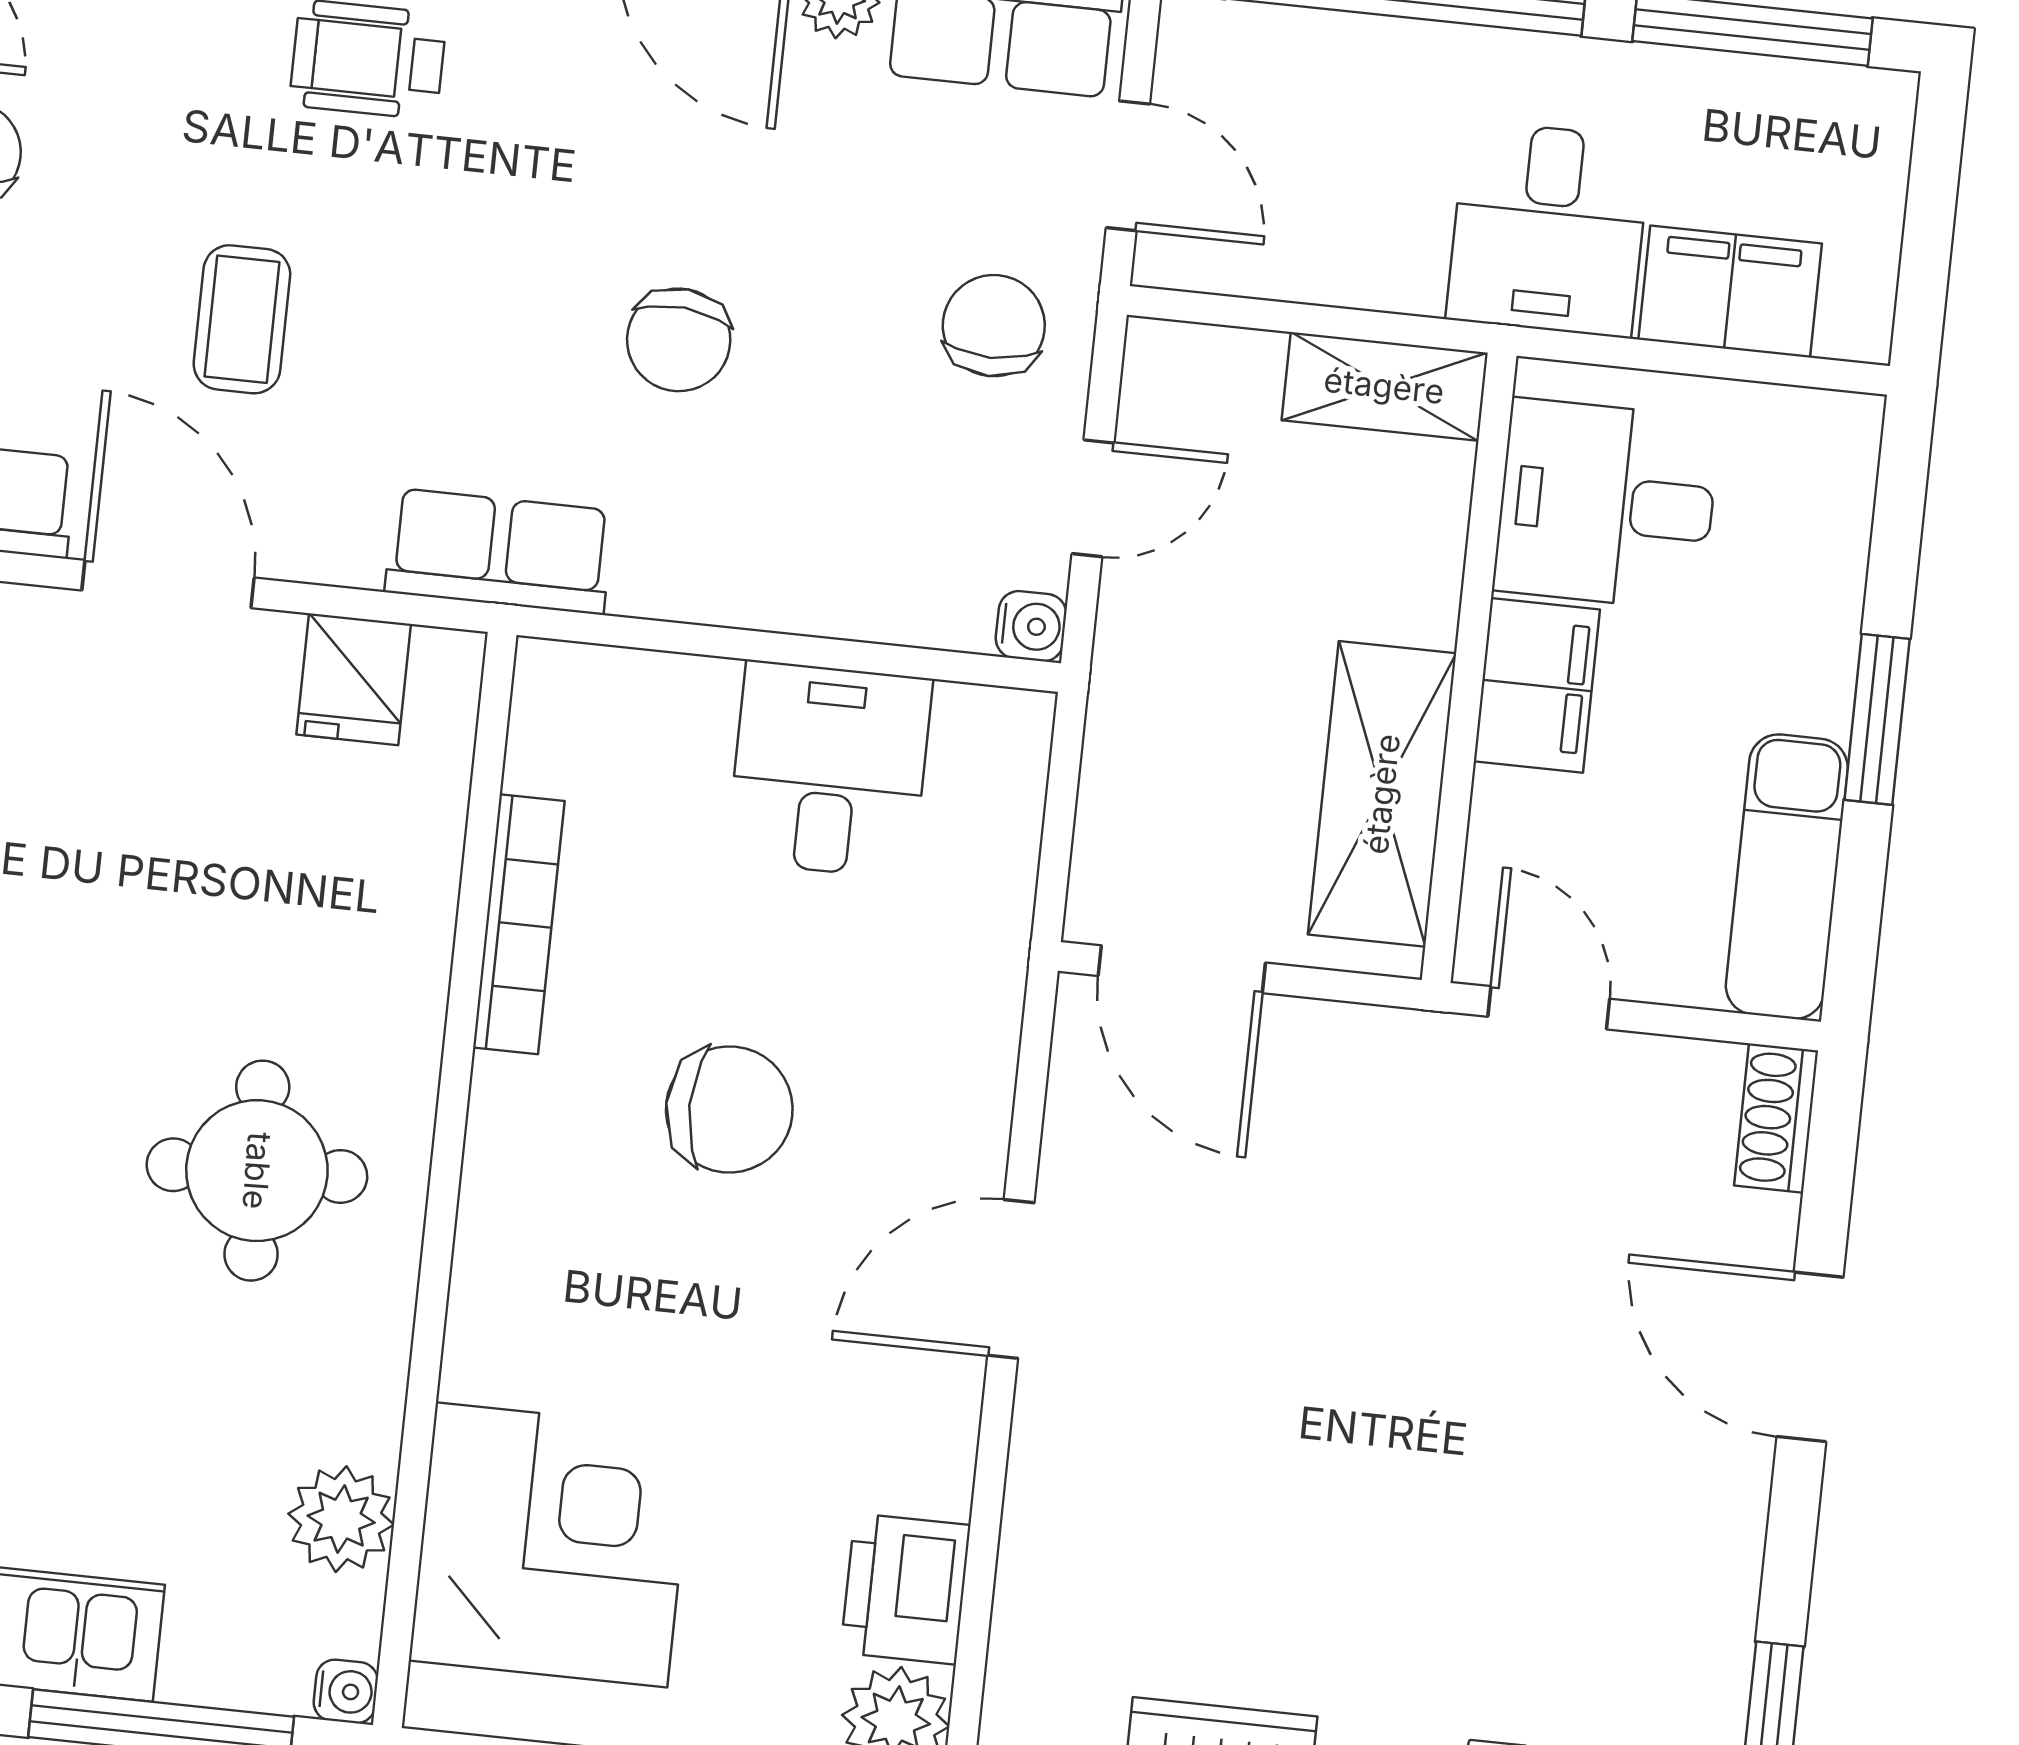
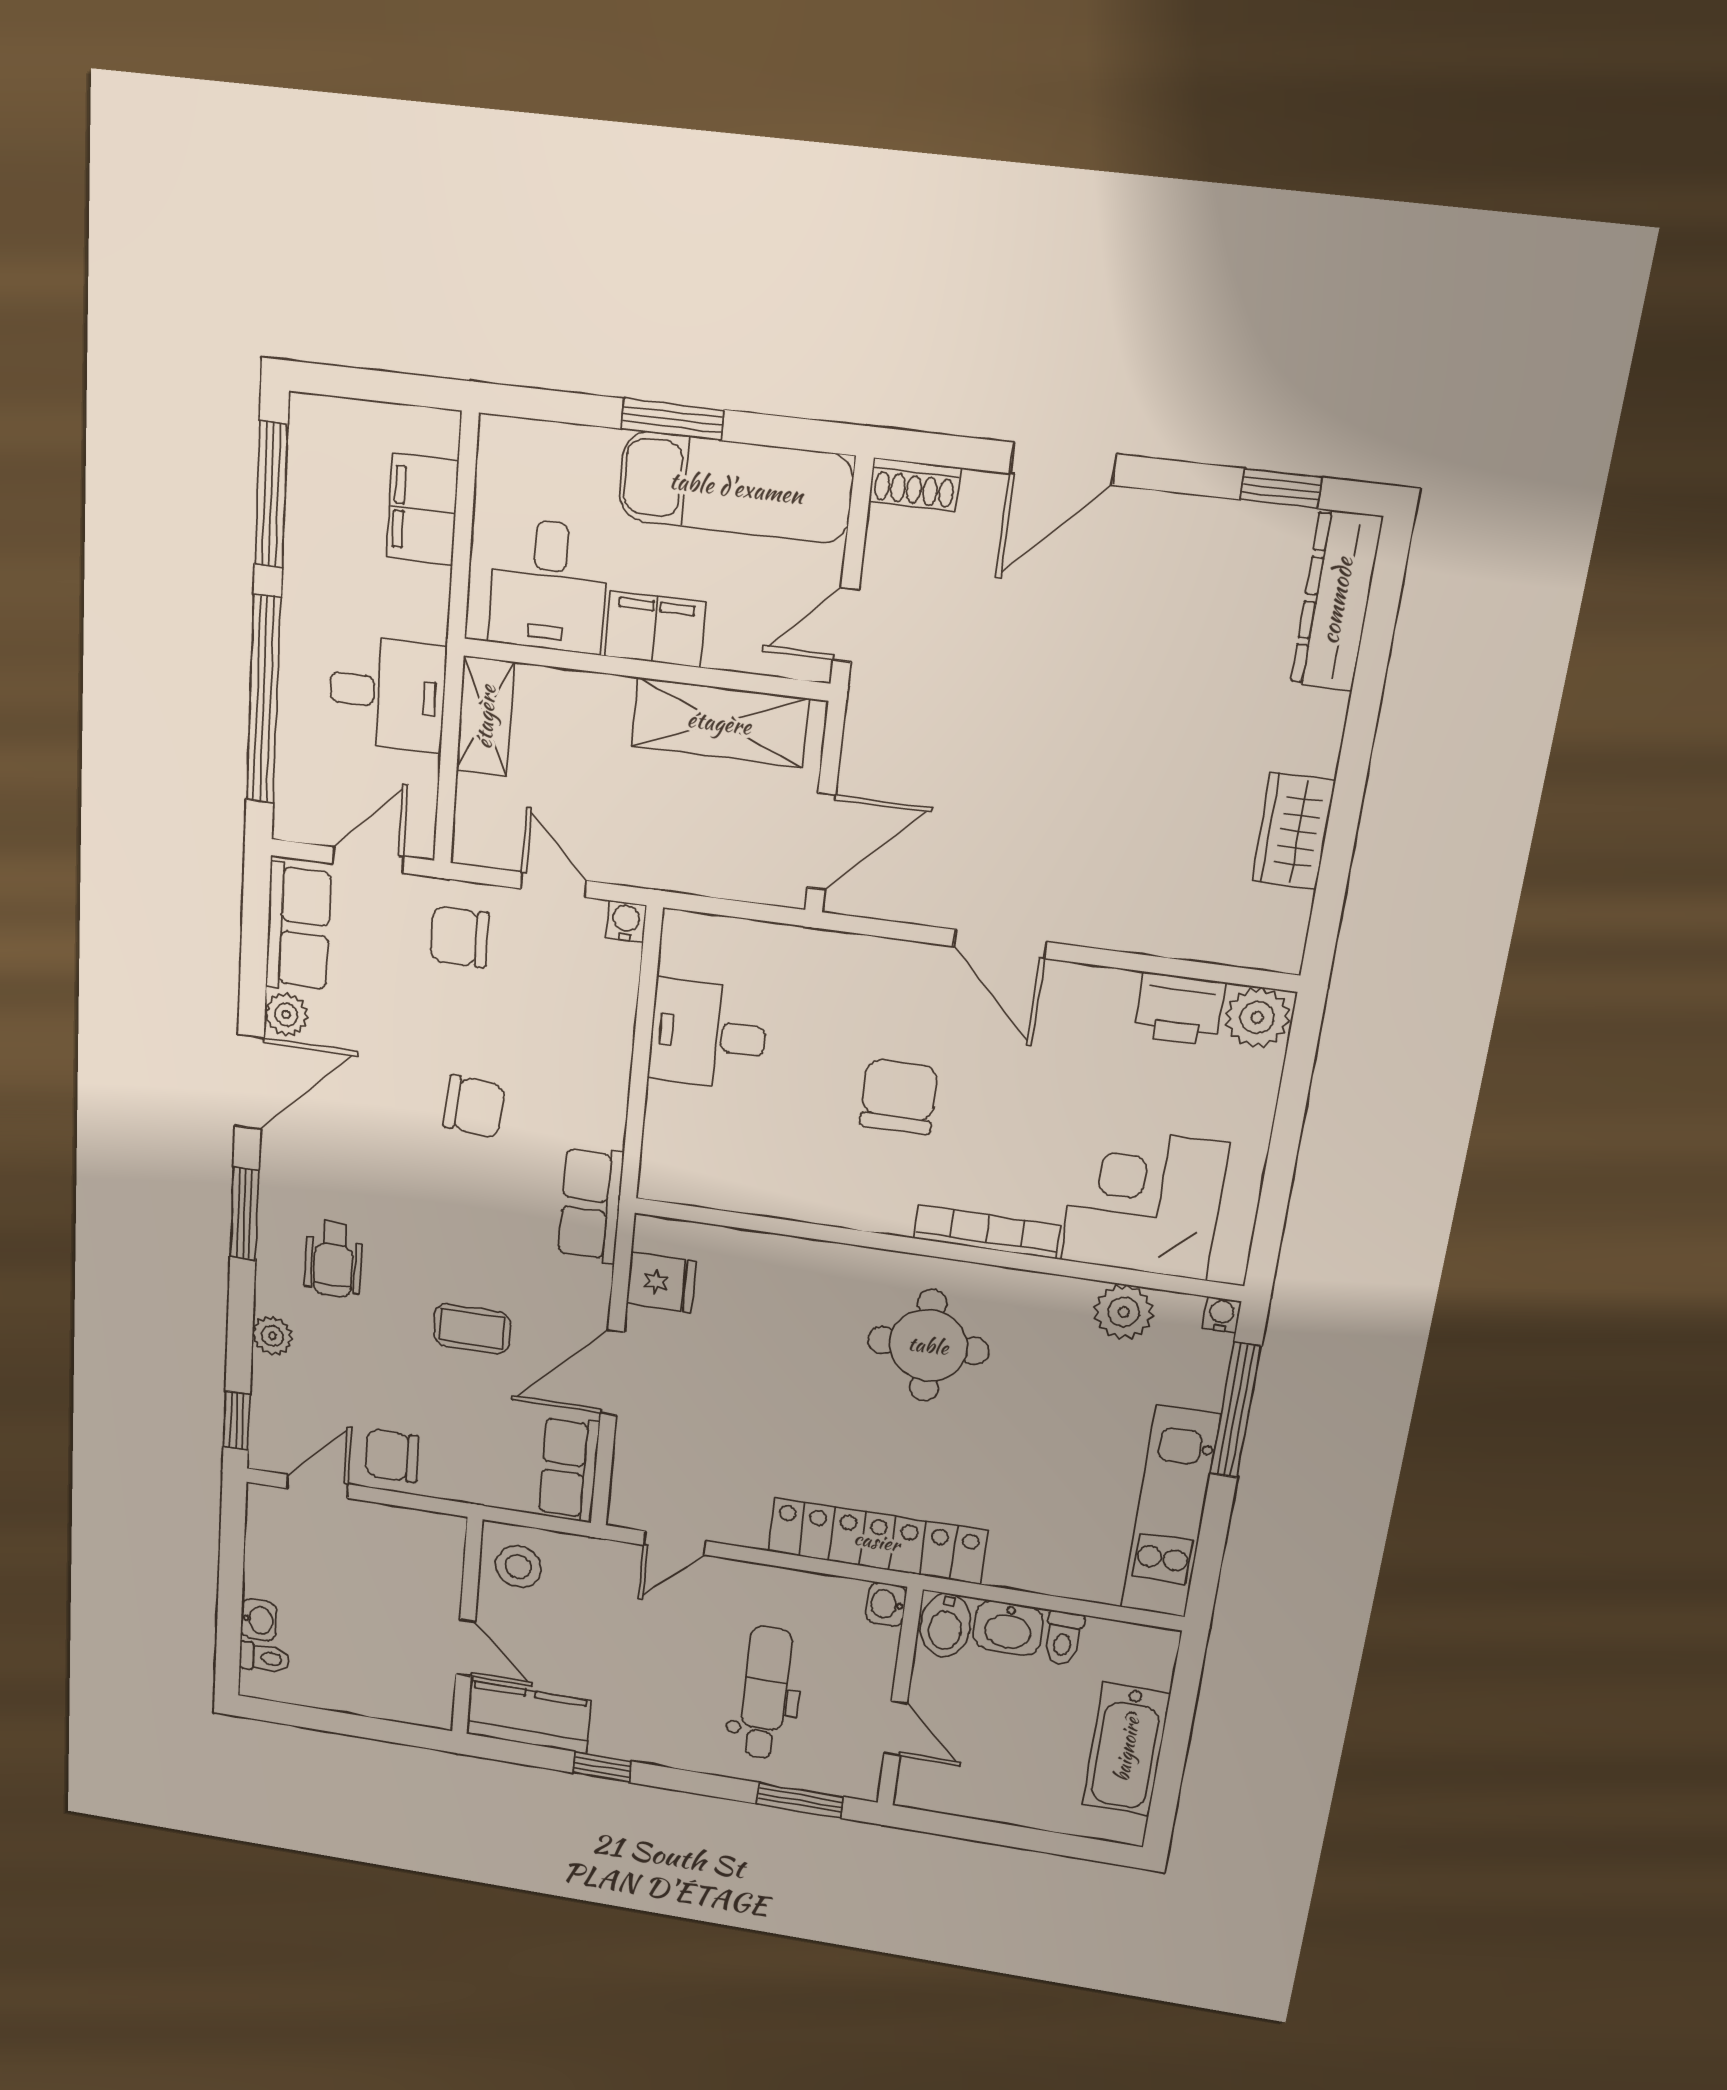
desk: (1549, 229) -> (387, 693), moved
exam couch: (1787, 877) -> (736, 487), width x1.36, depth x1.45
bookcase: (519, 924) -> (987, 1232), moved

